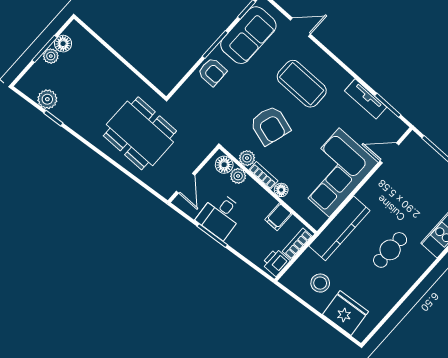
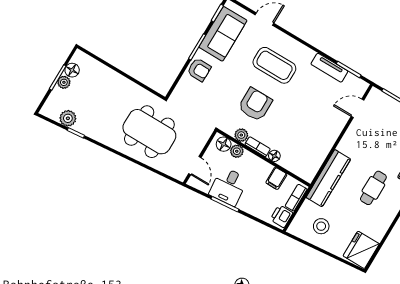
armchair: (270, 125) -> (255, 105), turned -107
corner sofa: (334, 172) -> (315, 133), removed
fridge: (345, 313) -> (361, 250), moved, turned -85

